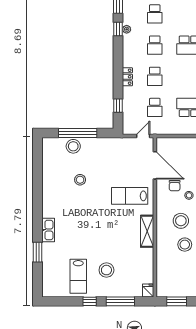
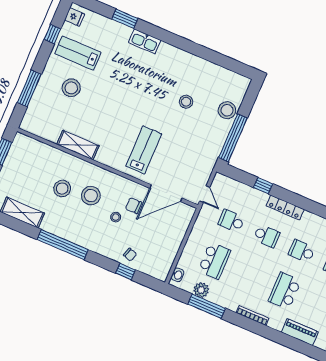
school desk: (155, 76) -> (267, 236), turned 180
locker: (127, 77) -> (285, 207), width x1.53
window: (118, 106) -> (263, 186), moved
window: (78, 133) -> (233, 138), moved
shelving: (147, 231) -> (78, 145), moved
fridge: (148, 290) -> (74, 17), moved
window: (90, 301) -> (52, 34), moved

